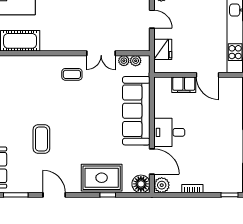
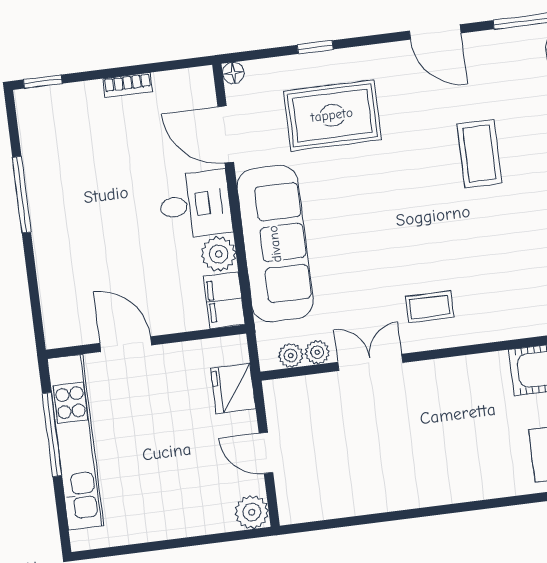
filing cabinet: (184, 85) -> (224, 300), moved, turned -90
rug: (102, 178) -> (332, 115), moved
floor lamp: (141, 184) -> (233, 73), width x0.53, depth x0.53
plant: (162, 185) -> (219, 254), moved

